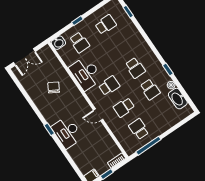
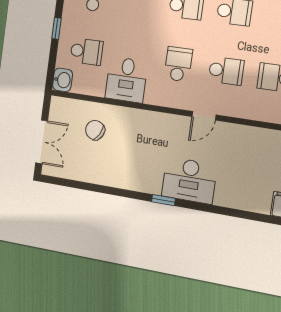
desk: (86, 73) -> (126, 80), width x0.73
chair: (54, 87) -> (95, 130), moved
school desk: (124, 107) -> (226, 71), turned -90

